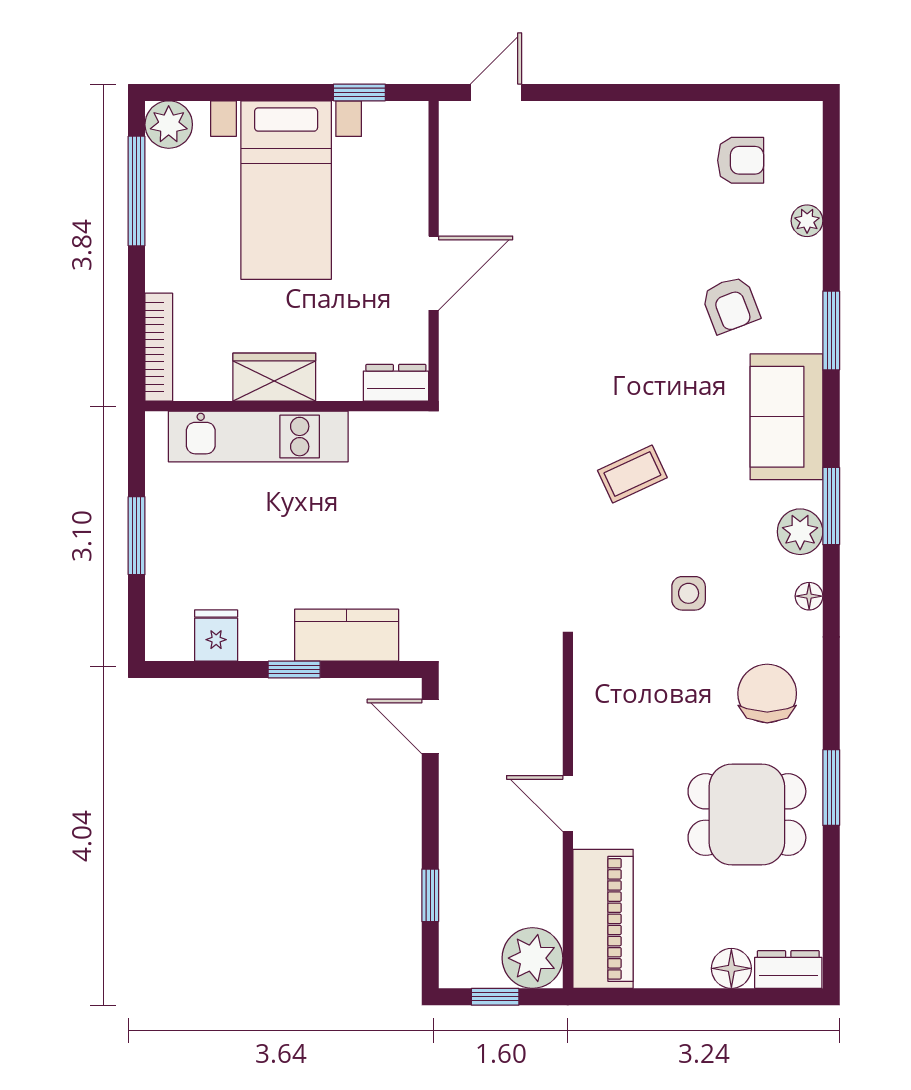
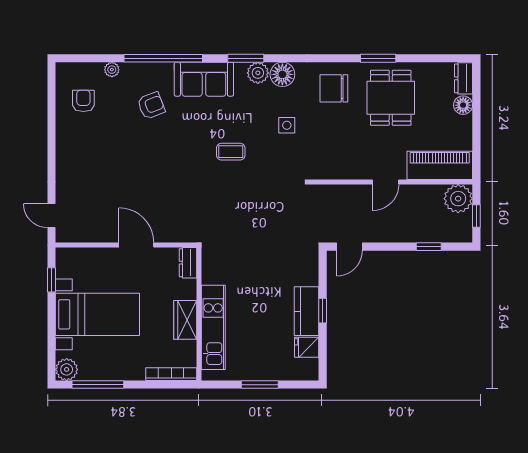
window: (831, 330) -> (163, 58), width x2.11
coffee table: (632, 474) -> (231, 152), turned -65
floor lamp: (809, 596) -> (282, 74), width x1.89, depth x1.89
kitchen counter: (347, 635) -> (306, 311), moved

